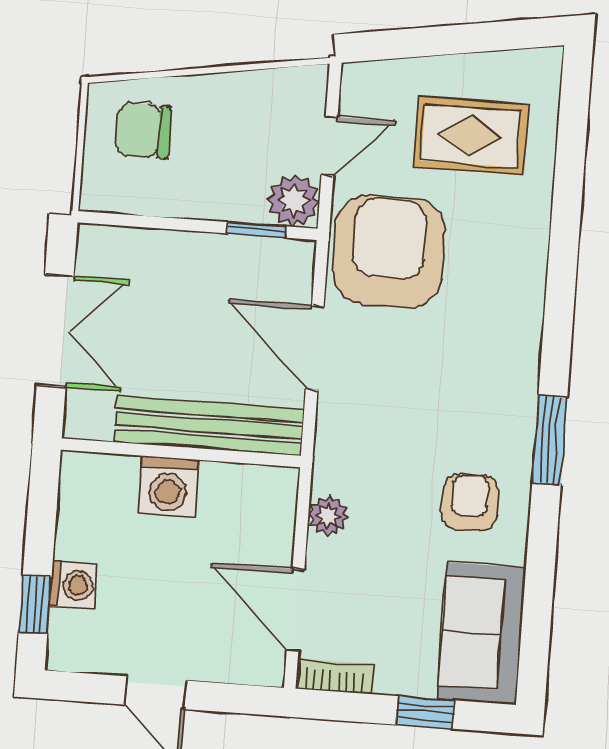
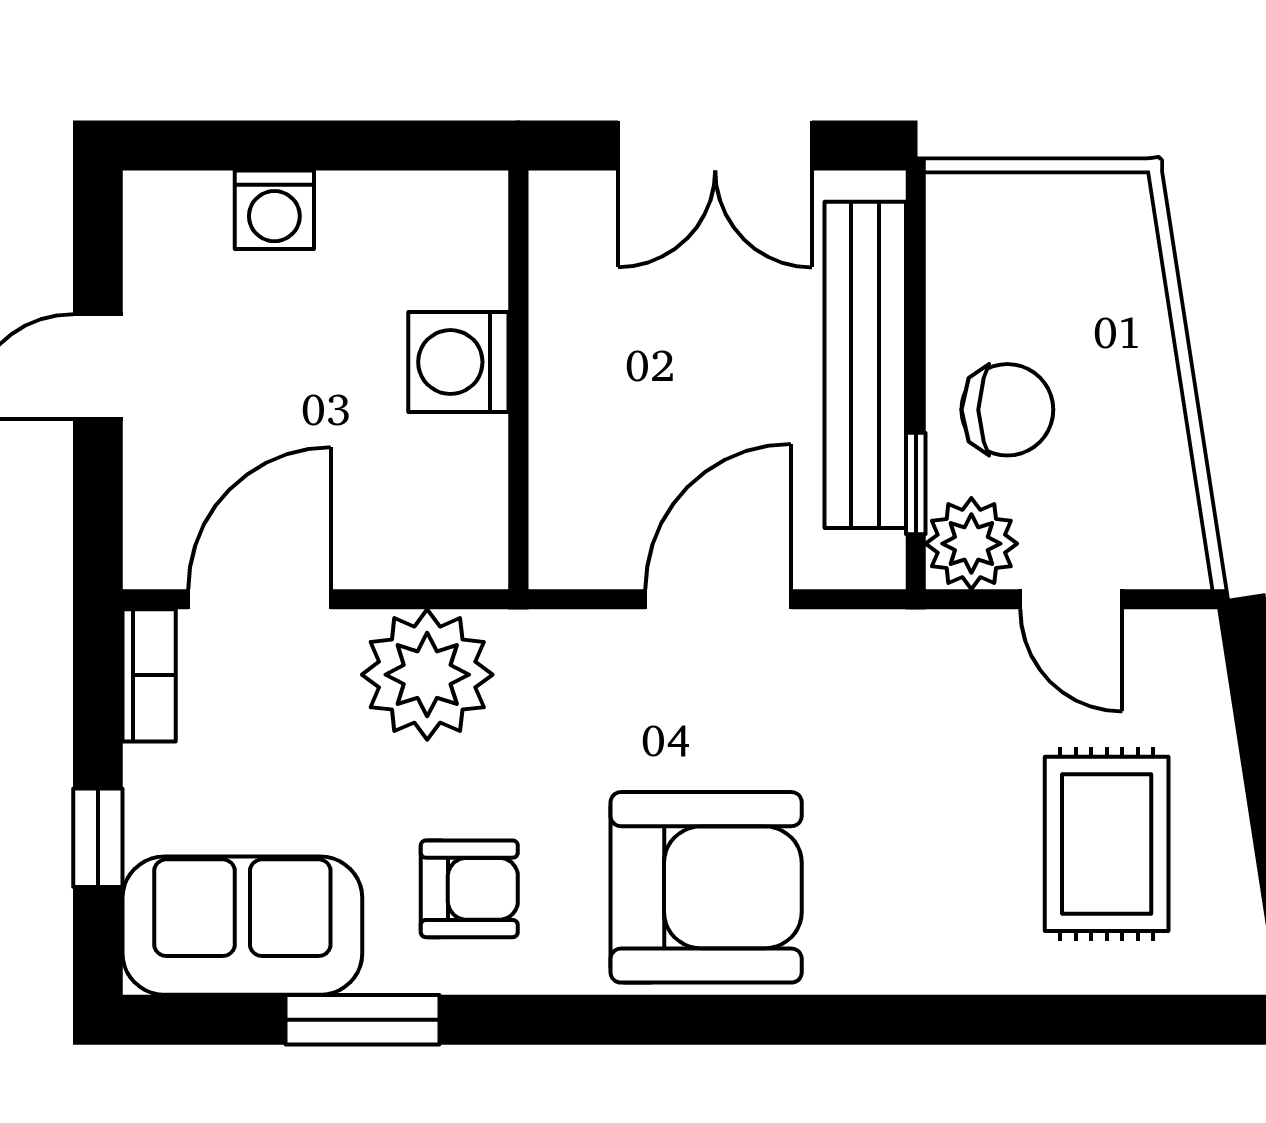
chair: (143, 130) -> (1007, 410), moved, turned 90
armchair: (389, 251) -> (706, 887), moved
bench: (209, 426) -> (865, 365), moved
window: (550, 440) -> (363, 1020), moved
plant: (328, 516) -> (427, 675), width x1.88, depth x1.88
window: (35, 604) -> (236, 146), removed

